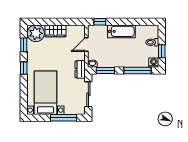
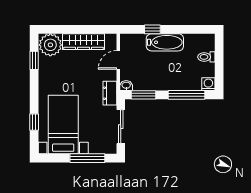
window: (100, 22) -> (152, 29), moved
wardrobe: (55, 31) -> (84, 42), width x1.50
window: (162, 51) -> (219, 69), removed
window: (24, 68) -> (34, 122), moved

